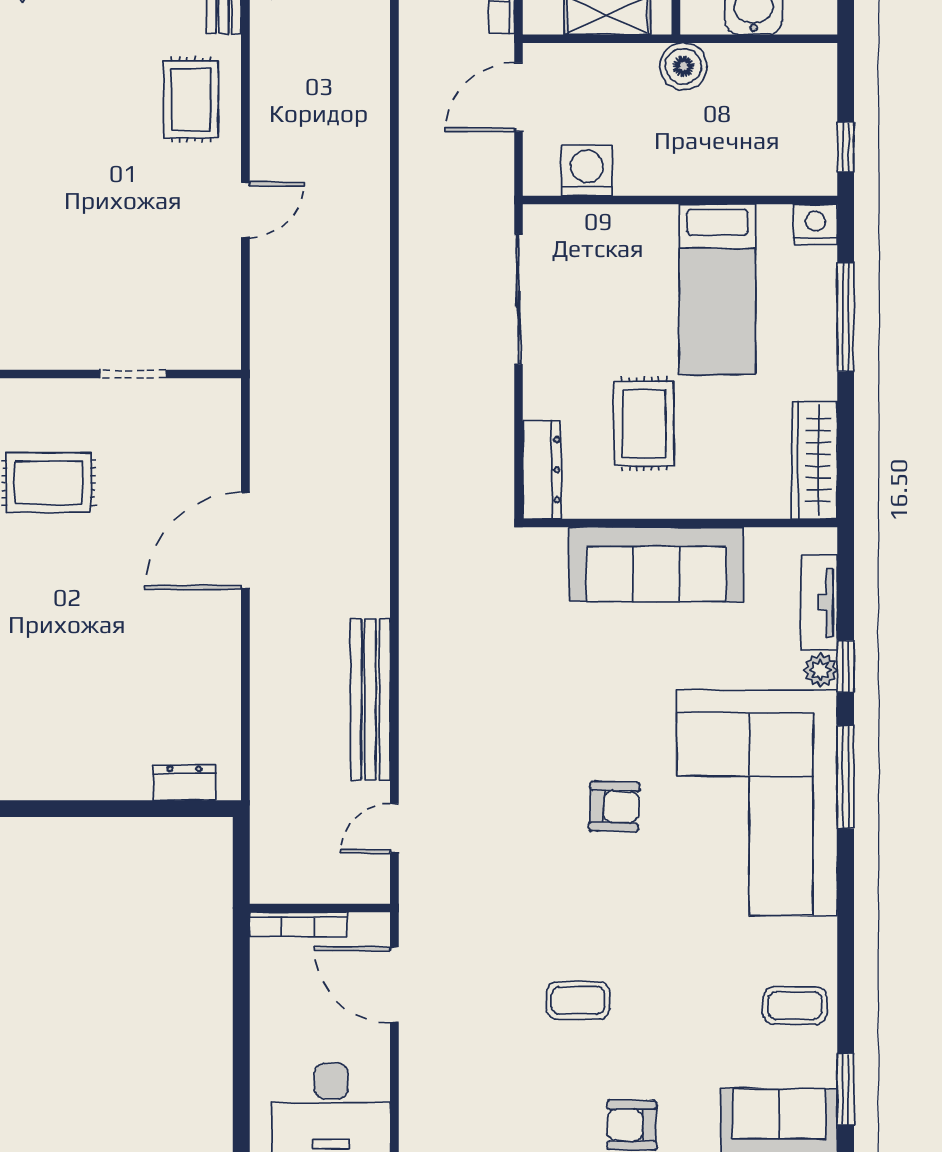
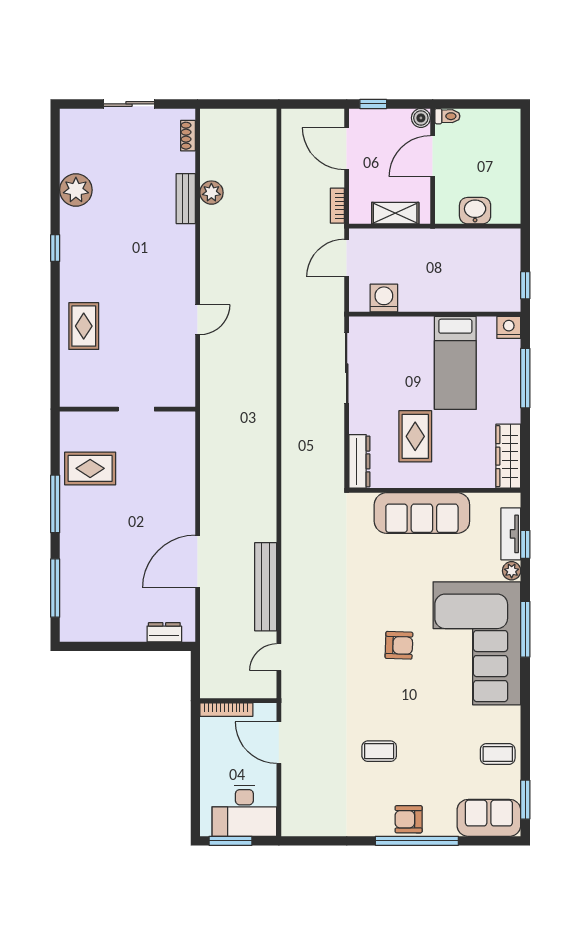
boiler: (683, 66) -> (437, 241), removed
rug: (191, 99) -> (84, 326), moved
door: (245, 541) -> (198, 561), moved
window: (846, 666) -> (525, 544), moved

